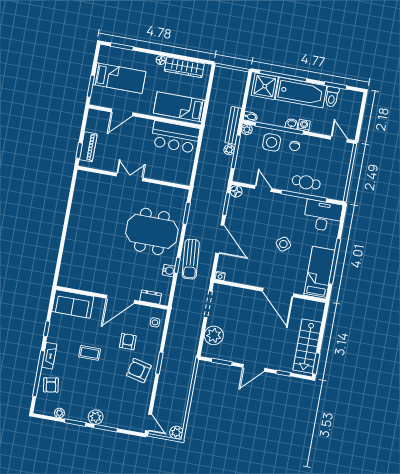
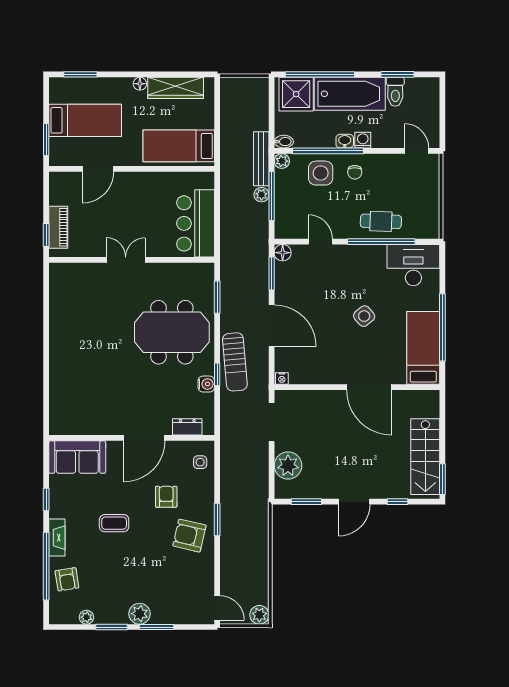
bar counter: (175, 137) -> (196, 223), moved, turned 90

